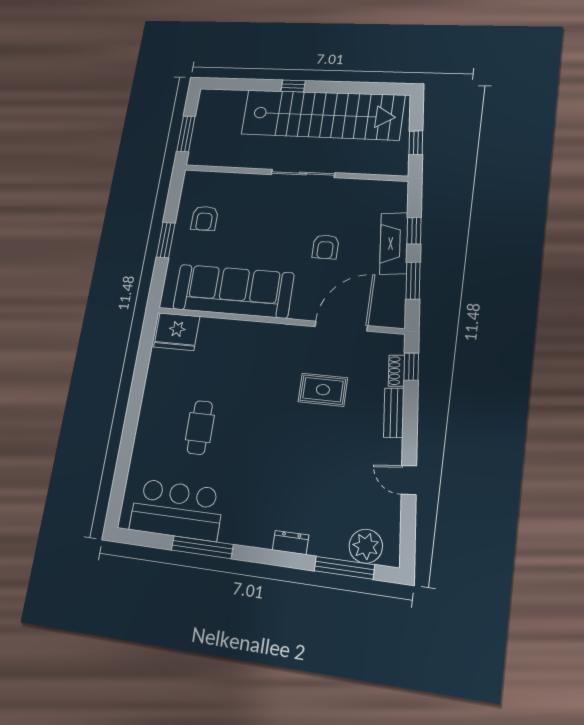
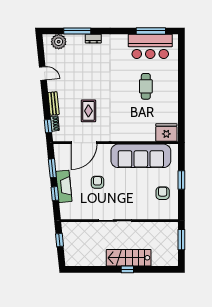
stairs: (322, 115) -> (129, 258), width x0.54, depth x0.66
rug: (323, 390) -> (88, 111), turned 90
window: (202, 547) -> (151, 31), moved
window: (344, 568) -> (77, 31), moved

